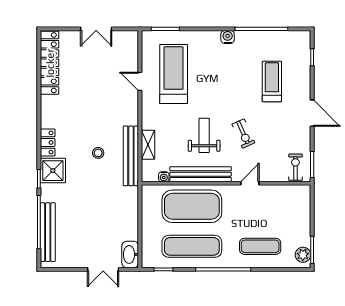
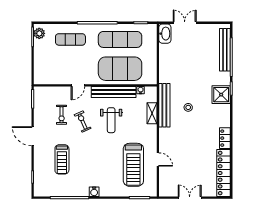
locker: (48, 143) -> (225, 138), moved
exercise bike: (295, 167) -> (62, 115), moved

